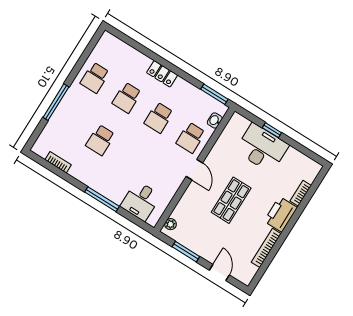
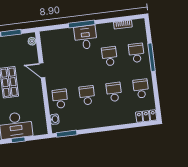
locker: (162, 74) -> (146, 116), moved
school desk: (68, 120) -> (136, 53), added
door: (194, 170) -> (42, 70), moved
desk: (141, 201) -> (86, 37), moved

